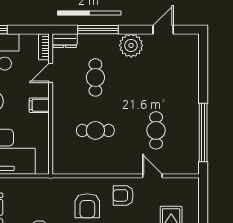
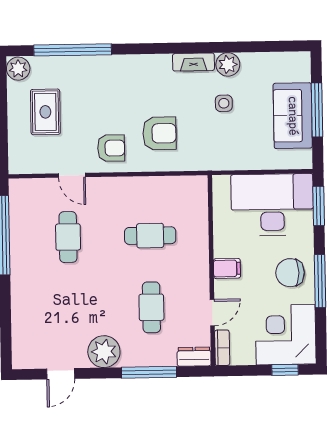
armchair: (87, 206) -> (159, 133), turned 90

